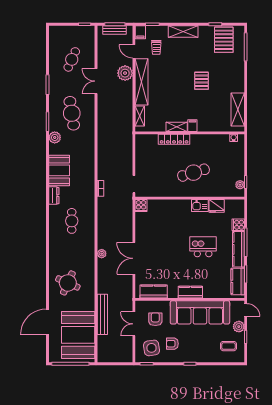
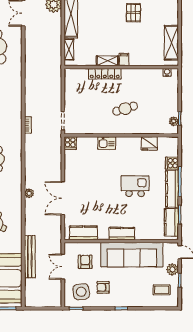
cafe table: (193, 173) -> (125, 109), width x0.73, depth x0.74
kitchen sink: (200, 206) -> (107, 143), moved

